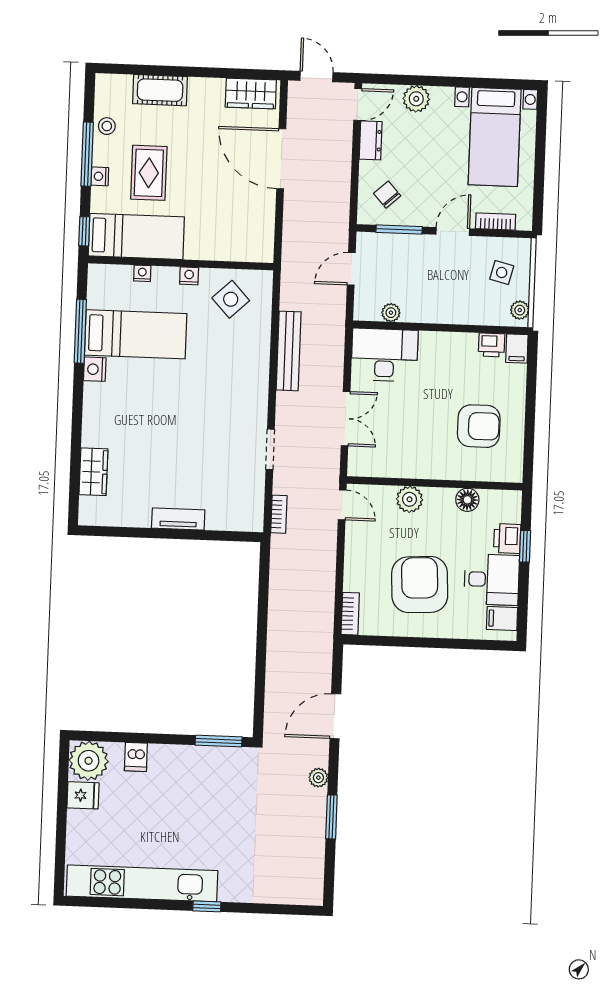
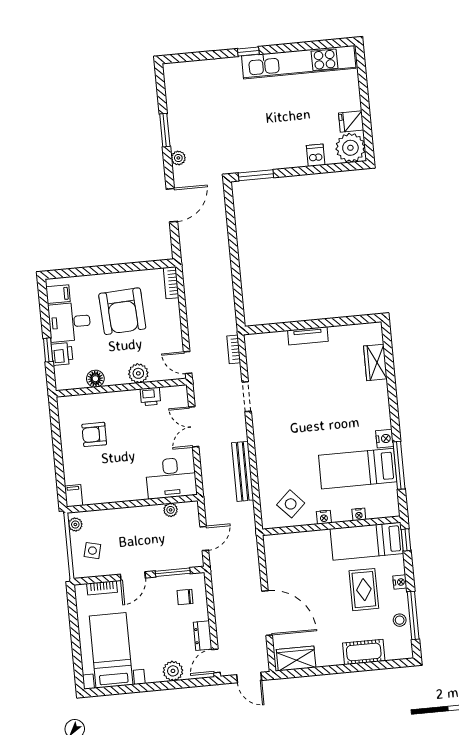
window: (87, 154) -> (413, 615), moved
chair: (387, 195) -> (185, 597), turned 132
printer: (492, 345) -> (150, 396), moved, turned 180
armchair: (479, 426) -> (94, 434), width x0.72, depth x0.72

